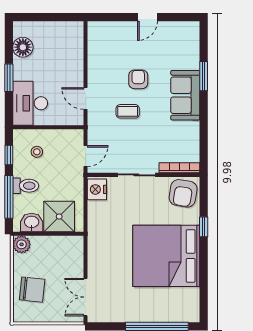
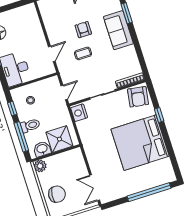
door: (86, 99) -> (52, 54), swing flipped

